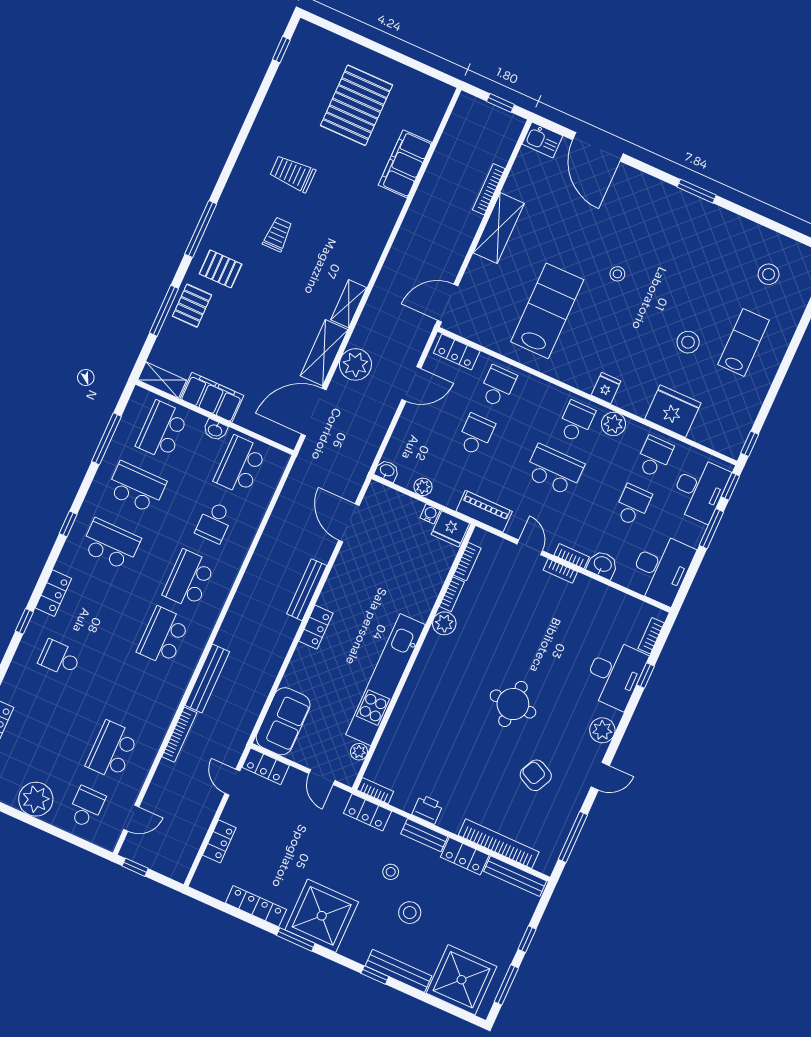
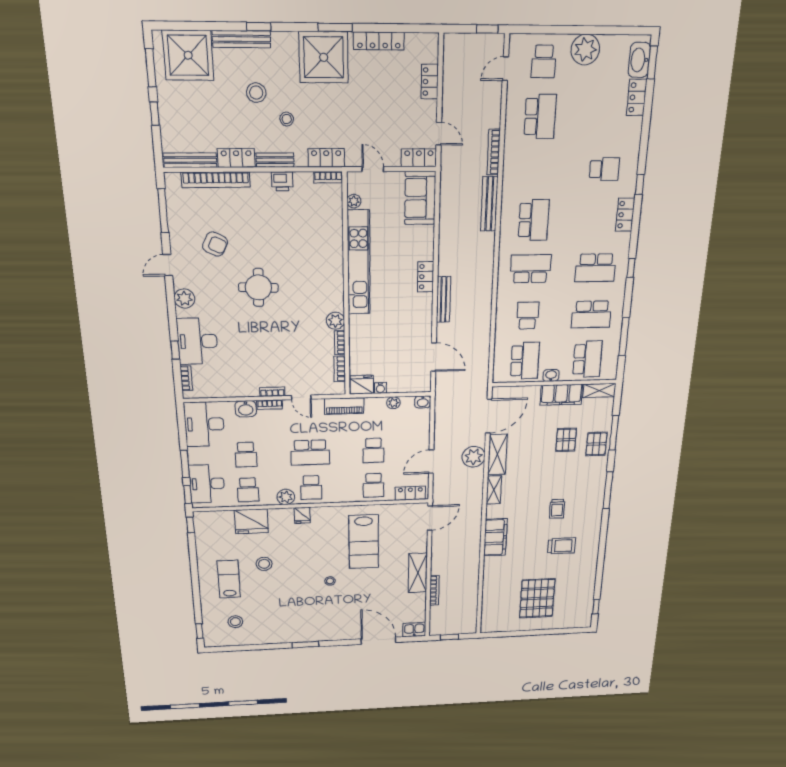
filing cabinet: (405, 164) -> (495, 537), moved
pallet: (221, 269) -> (566, 440), moved, turned 90
lab bench: (744, 342) -> (229, 579), turned 180
school desk: (189, 579) -> (531, 269), turned -90

